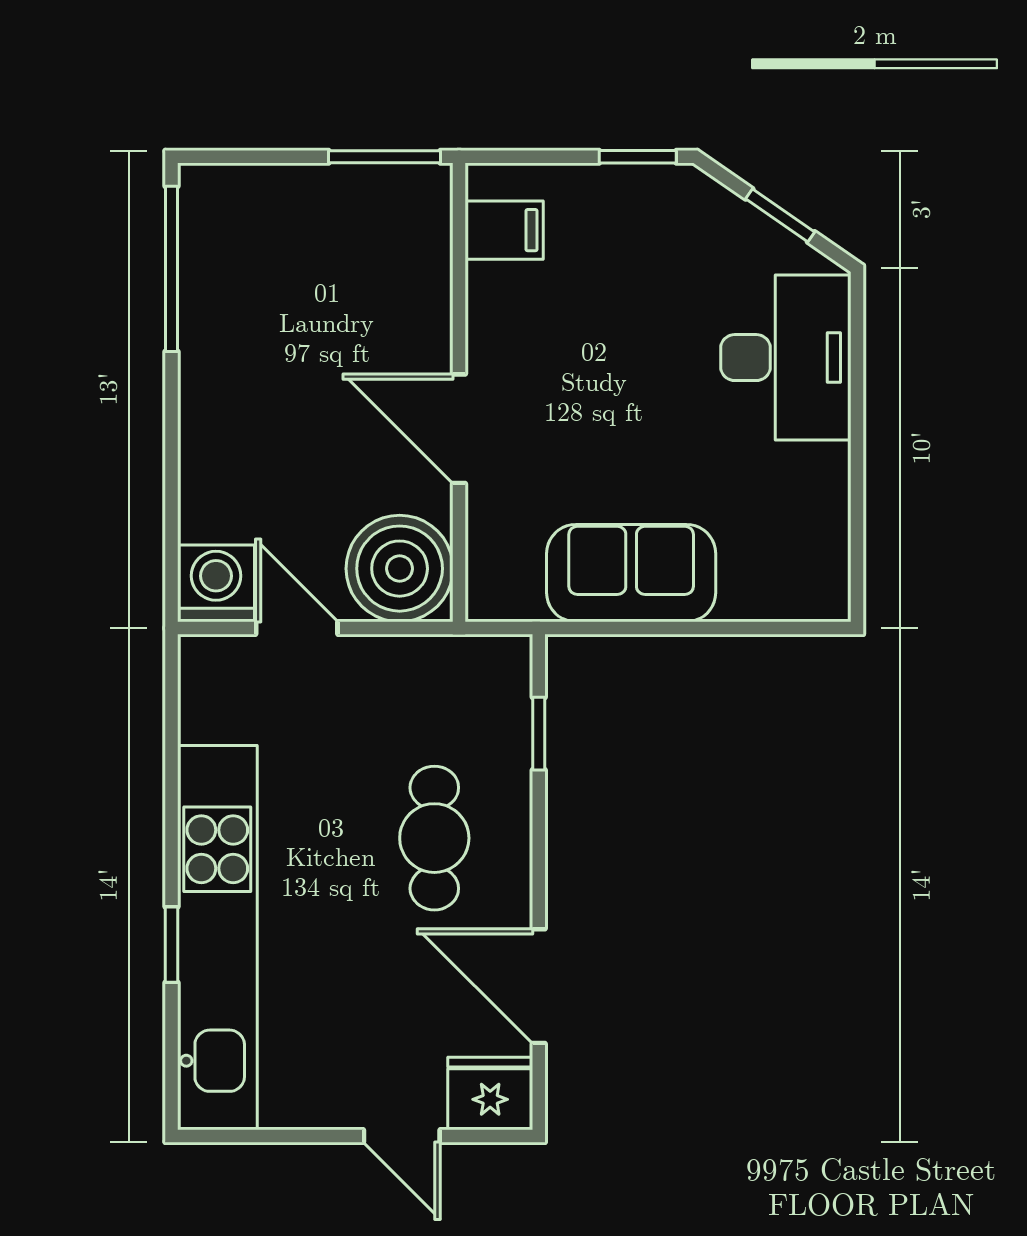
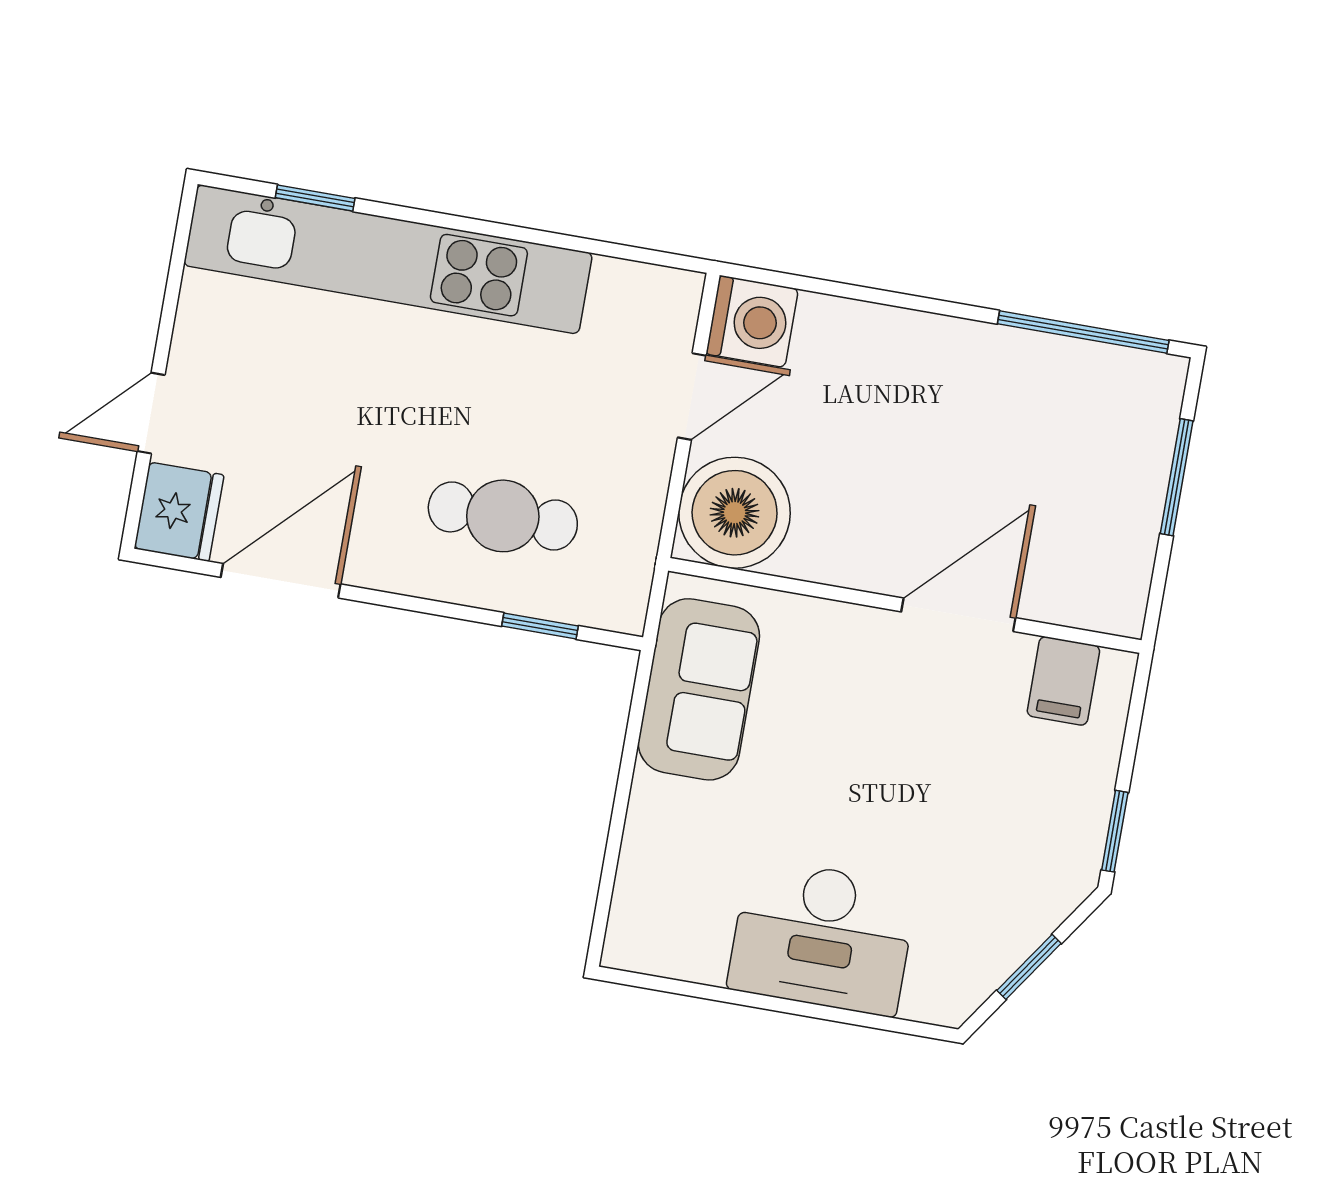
window: (384, 157) -> (1177, 477), moved
desk: (786, 358) -> (822, 937), moved
door: (459, 429) -> (958, 615), moved
sofa: (631, 573) -> (699, 689), moved
cafe table: (434, 838) -> (503, 516), moved
window: (171, 945) -> (315, 198), moved

